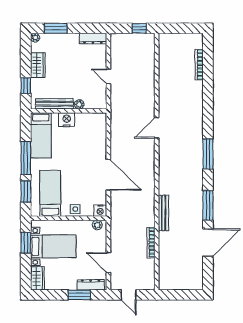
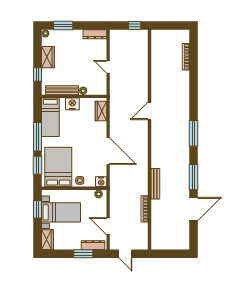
wardrobe: (100, 128) -> (101, 111), added
bed: (50, 193) -> (58, 167), width x1.50

